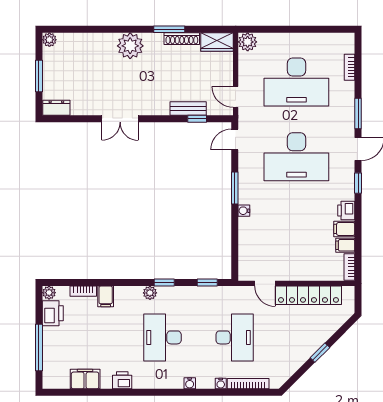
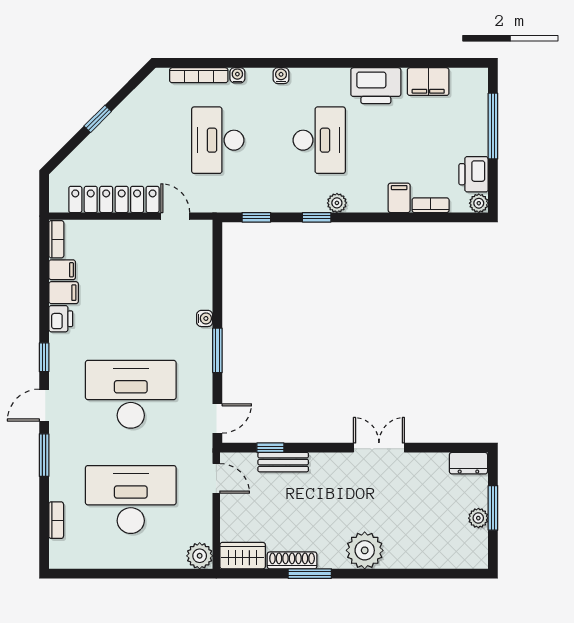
plant: (49, 40) -> (478, 518), moved
printer: (122, 380) -> (376, 86), width x1.87, depth x1.48

